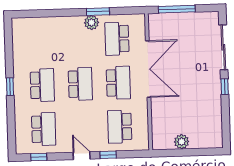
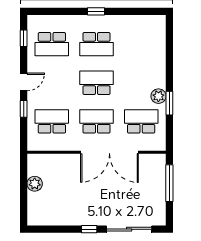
school desk: (118, 83) -> (97, 121), turned 180
school desk: (80, 84) -> (97, 83), turned 180

